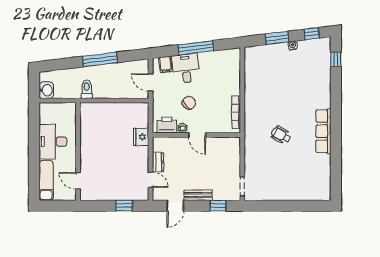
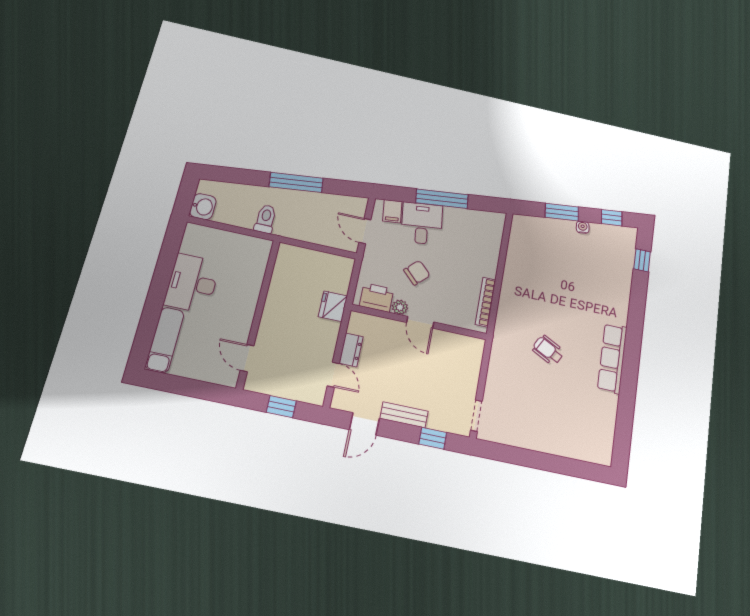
wall: (78, 152) -> (258, 313), moved
door: (78, 181) -> (247, 358), moved

